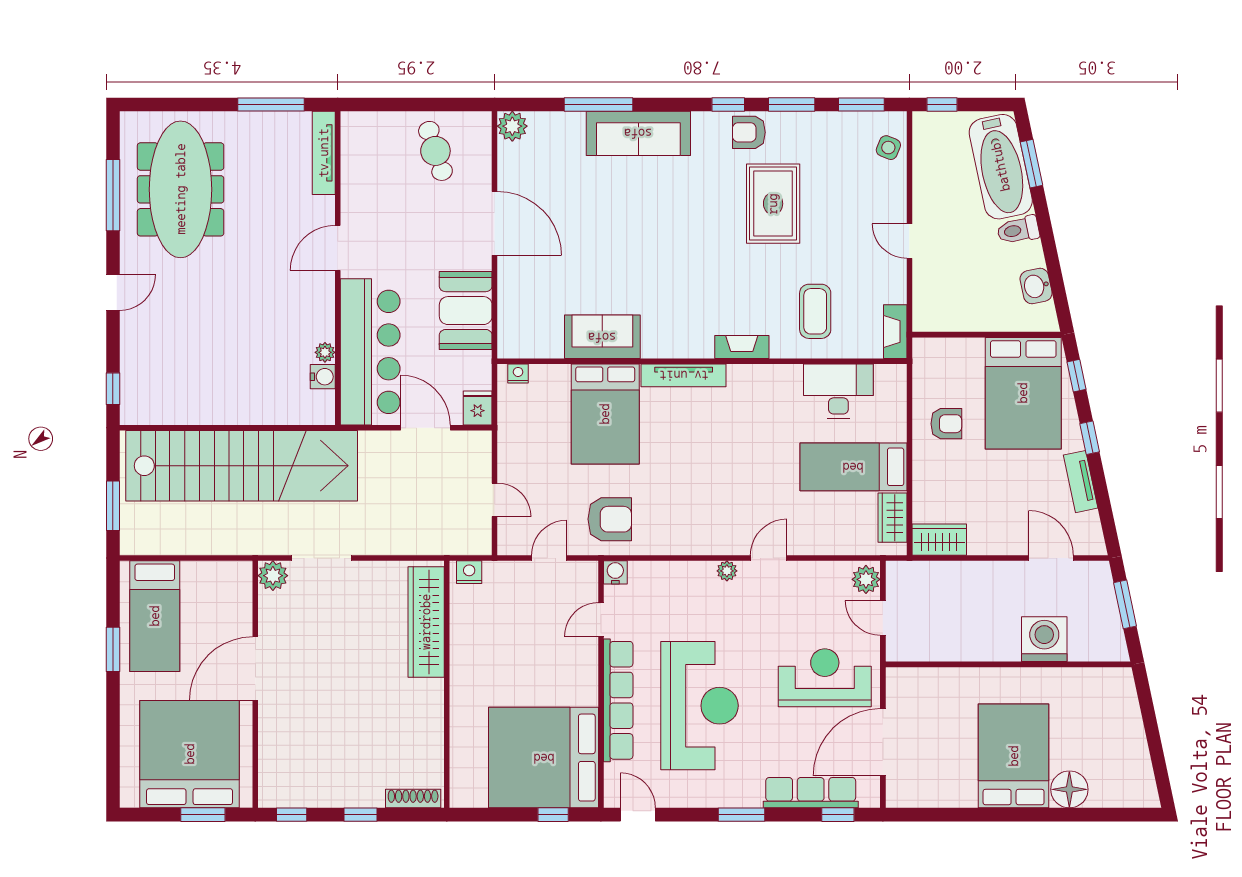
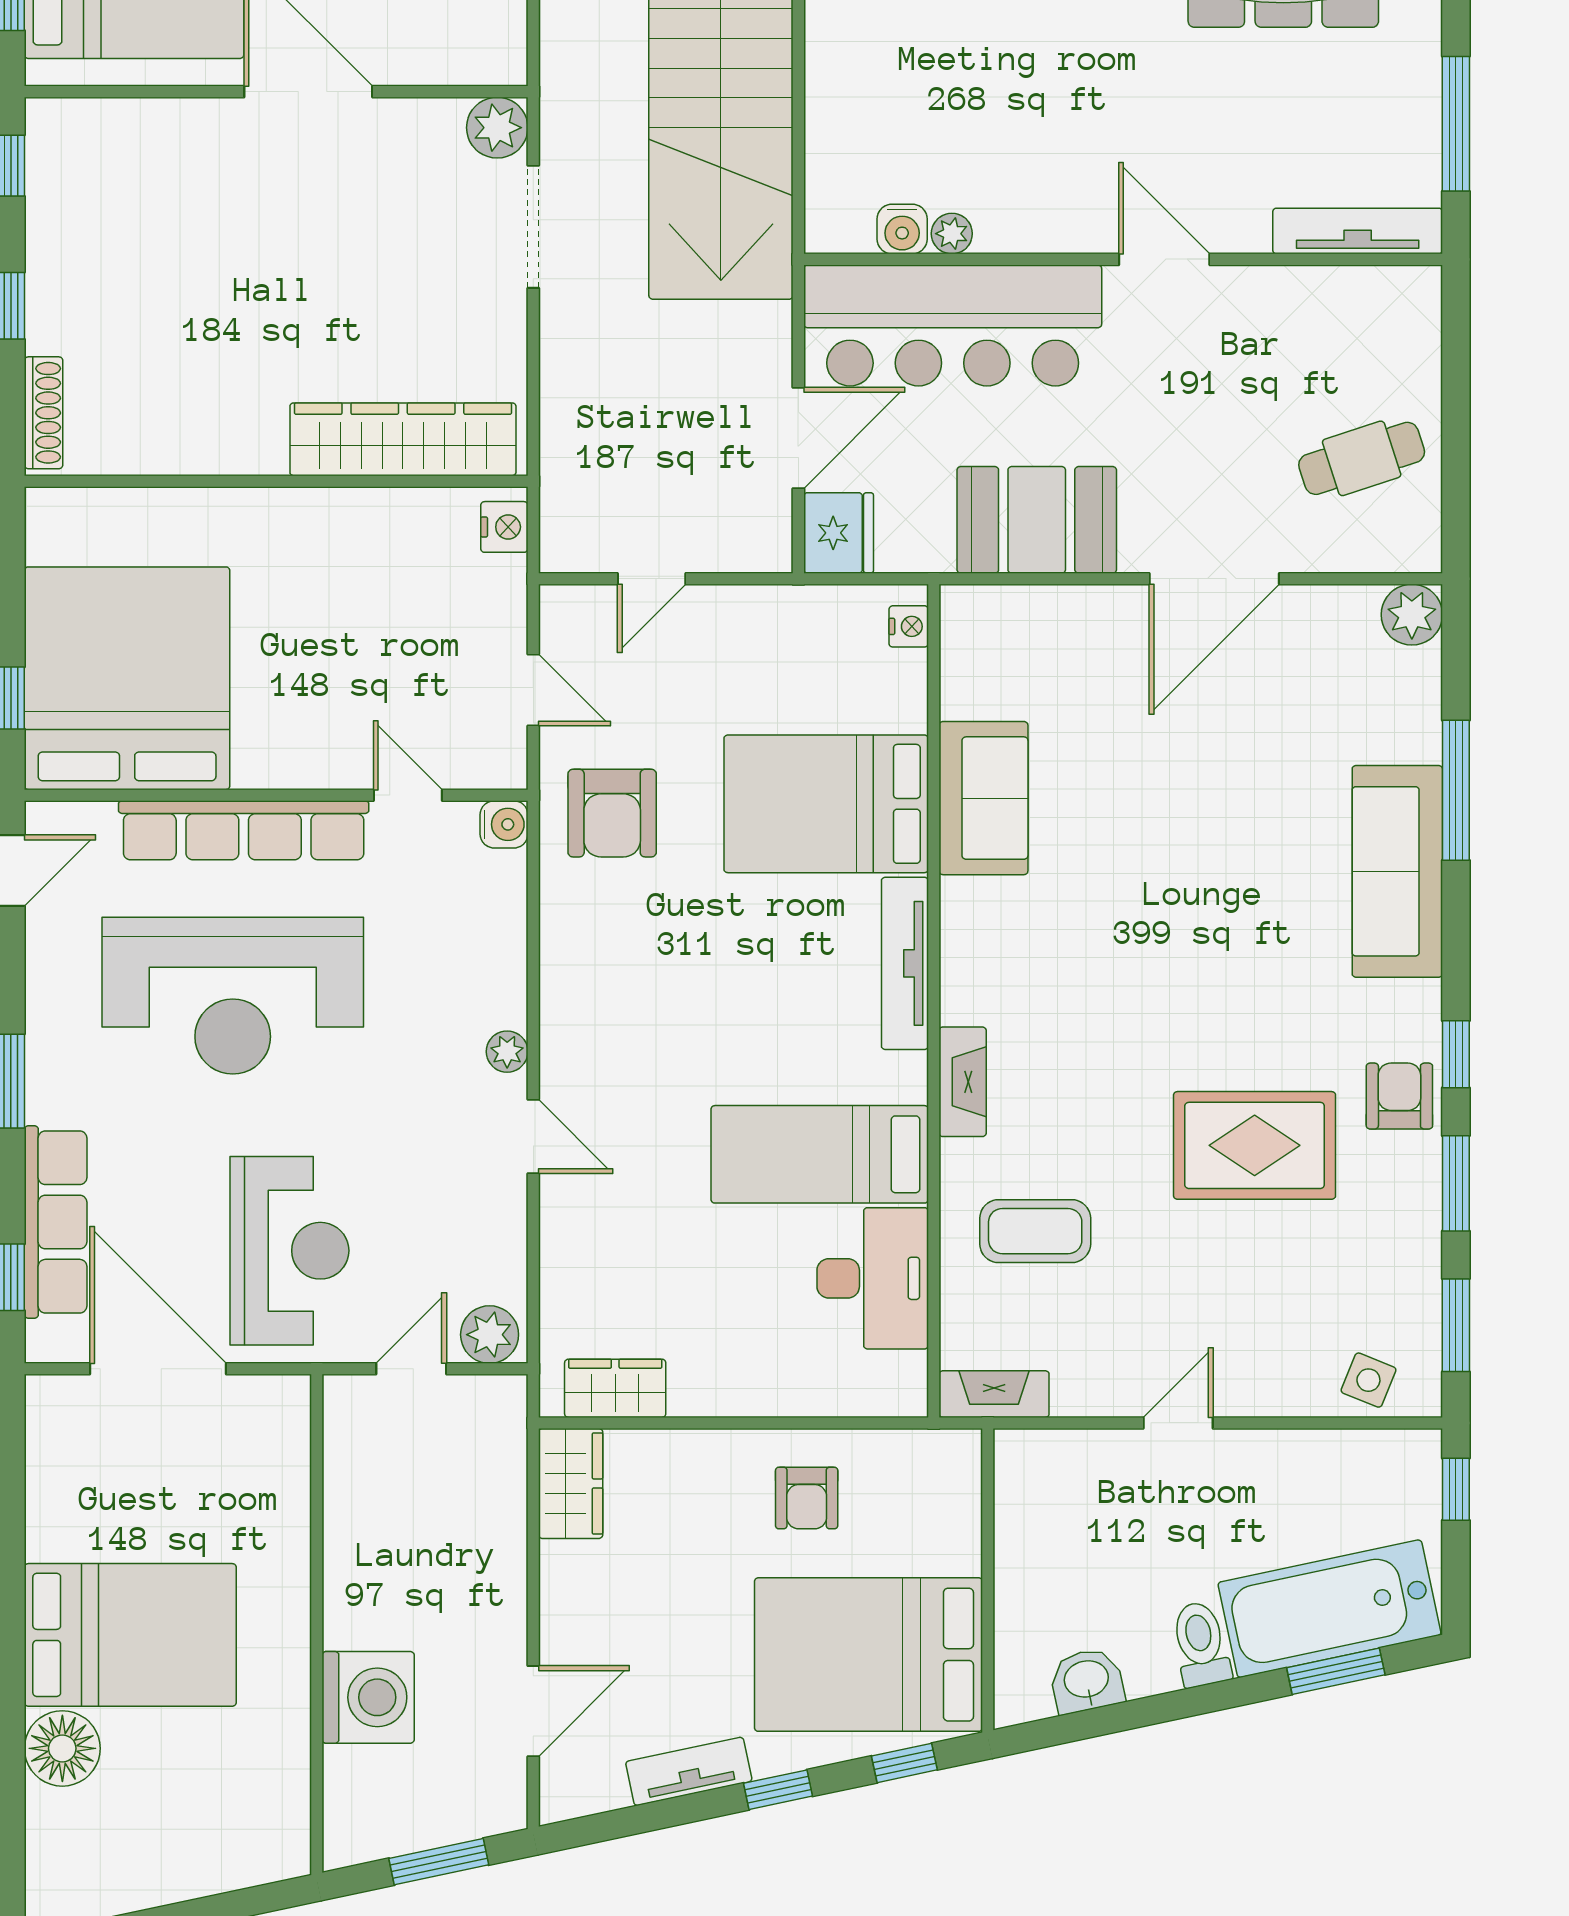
fridge: (478, 408) -> (839, 533), width x1.38
bed: (853, 467) -> (820, 1154), moved, turned -90

